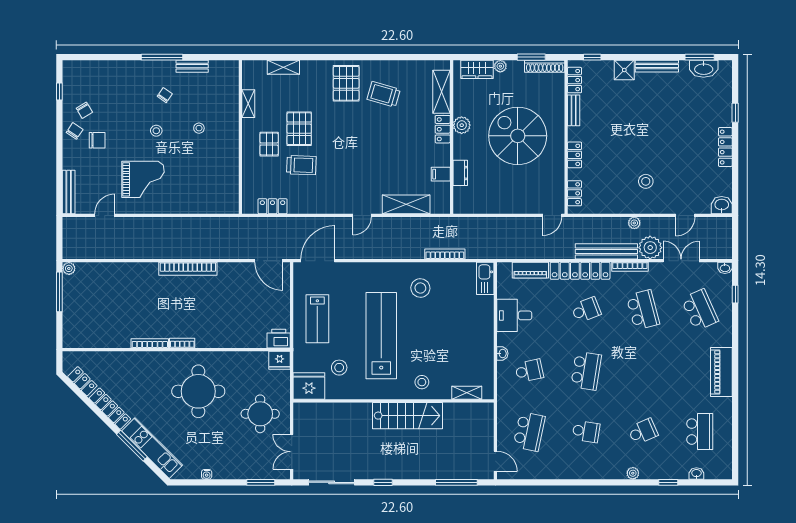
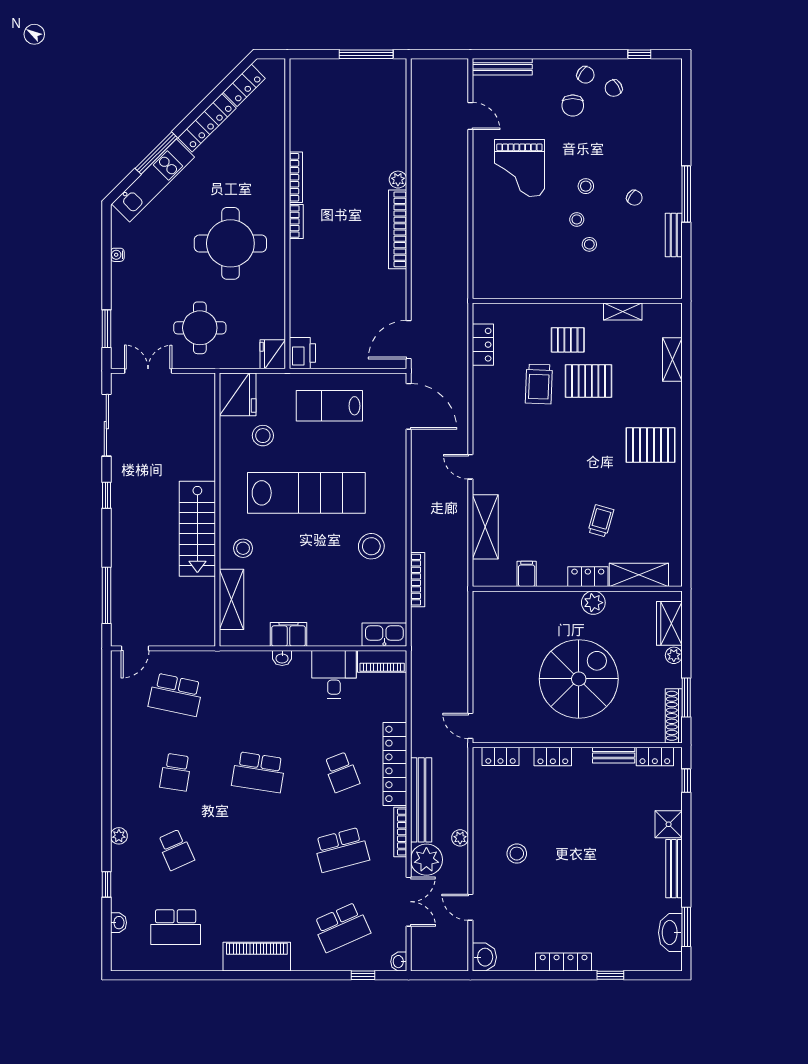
trolley: (384, 94) -> (601, 521), moved, width x0.73, depth x0.72
stool: (181, 137) -> (577, 219), added
dresser: (460, 173) -> (528, 601), removed
plant: (69, 268) -> (398, 180), moved
piano: (530, 270) -> (382, 661), moved, turned -90
filing cabinet: (485, 349) -> (288, 634), added
school desk: (529, 371) -> (259, 695), removed
shelving: (467, 393) -> (232, 599), width x1.50, depth x1.33

